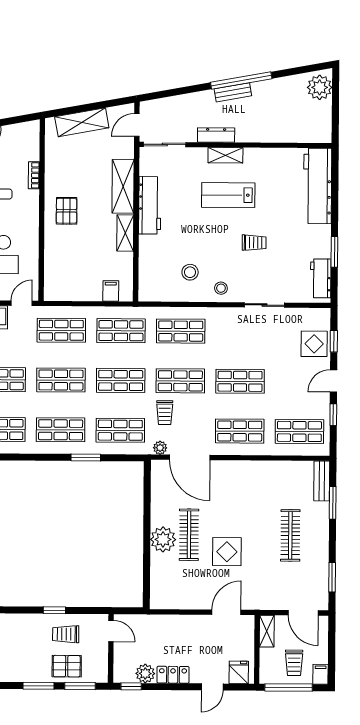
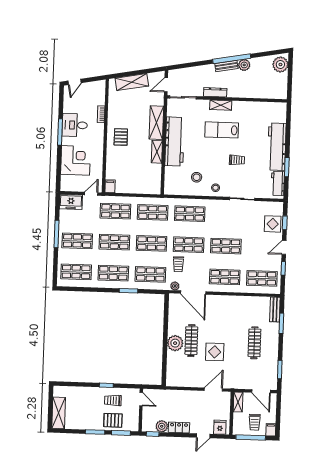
plant: (261, 90) -> (244, 65), added
workbench: (318, 186) -> (277, 147), moved
workbench: (150, 205) -> (175, 142), width x1.36, depth x1.32
filing cabinet: (111, 291) -> (110, 186), moved

